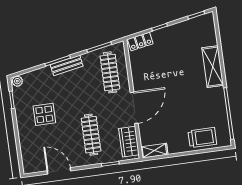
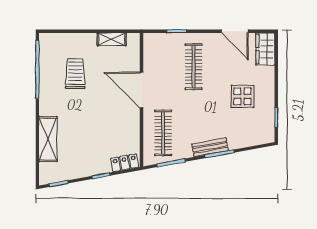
shelving: (213, 67) -> (48, 139), moved
plant: (17, 81) -> (267, 137), removed
door: (134, 108) -> (141, 90), hinge flipped
trolley: (202, 138) -> (75, 74), moved, turned 90
wardrobe: (129, 142) -> (265, 49), moved, turned 180
shelving: (154, 151) -> (112, 39), moved

